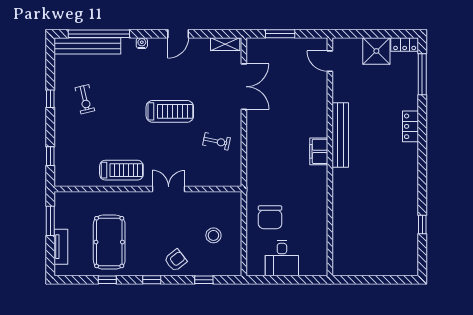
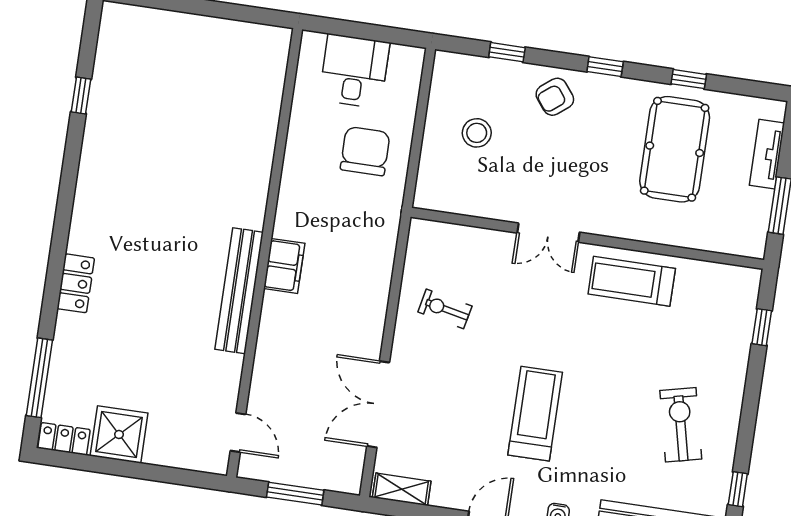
door: (330, 61) -> (238, 432), moved
window: (50, 99) -> (738, 489), moved
exercise bike: (85, 99) -> (681, 425), width x1.38, depth x1.39
treadmill: (170, 111) -> (535, 414), moved, turned 90
bench: (340, 135) -> (239, 291), moved
filing cabinet: (319, 151) -> (284, 266), moved
wall: (330, 157) -> (265, 253), moved

